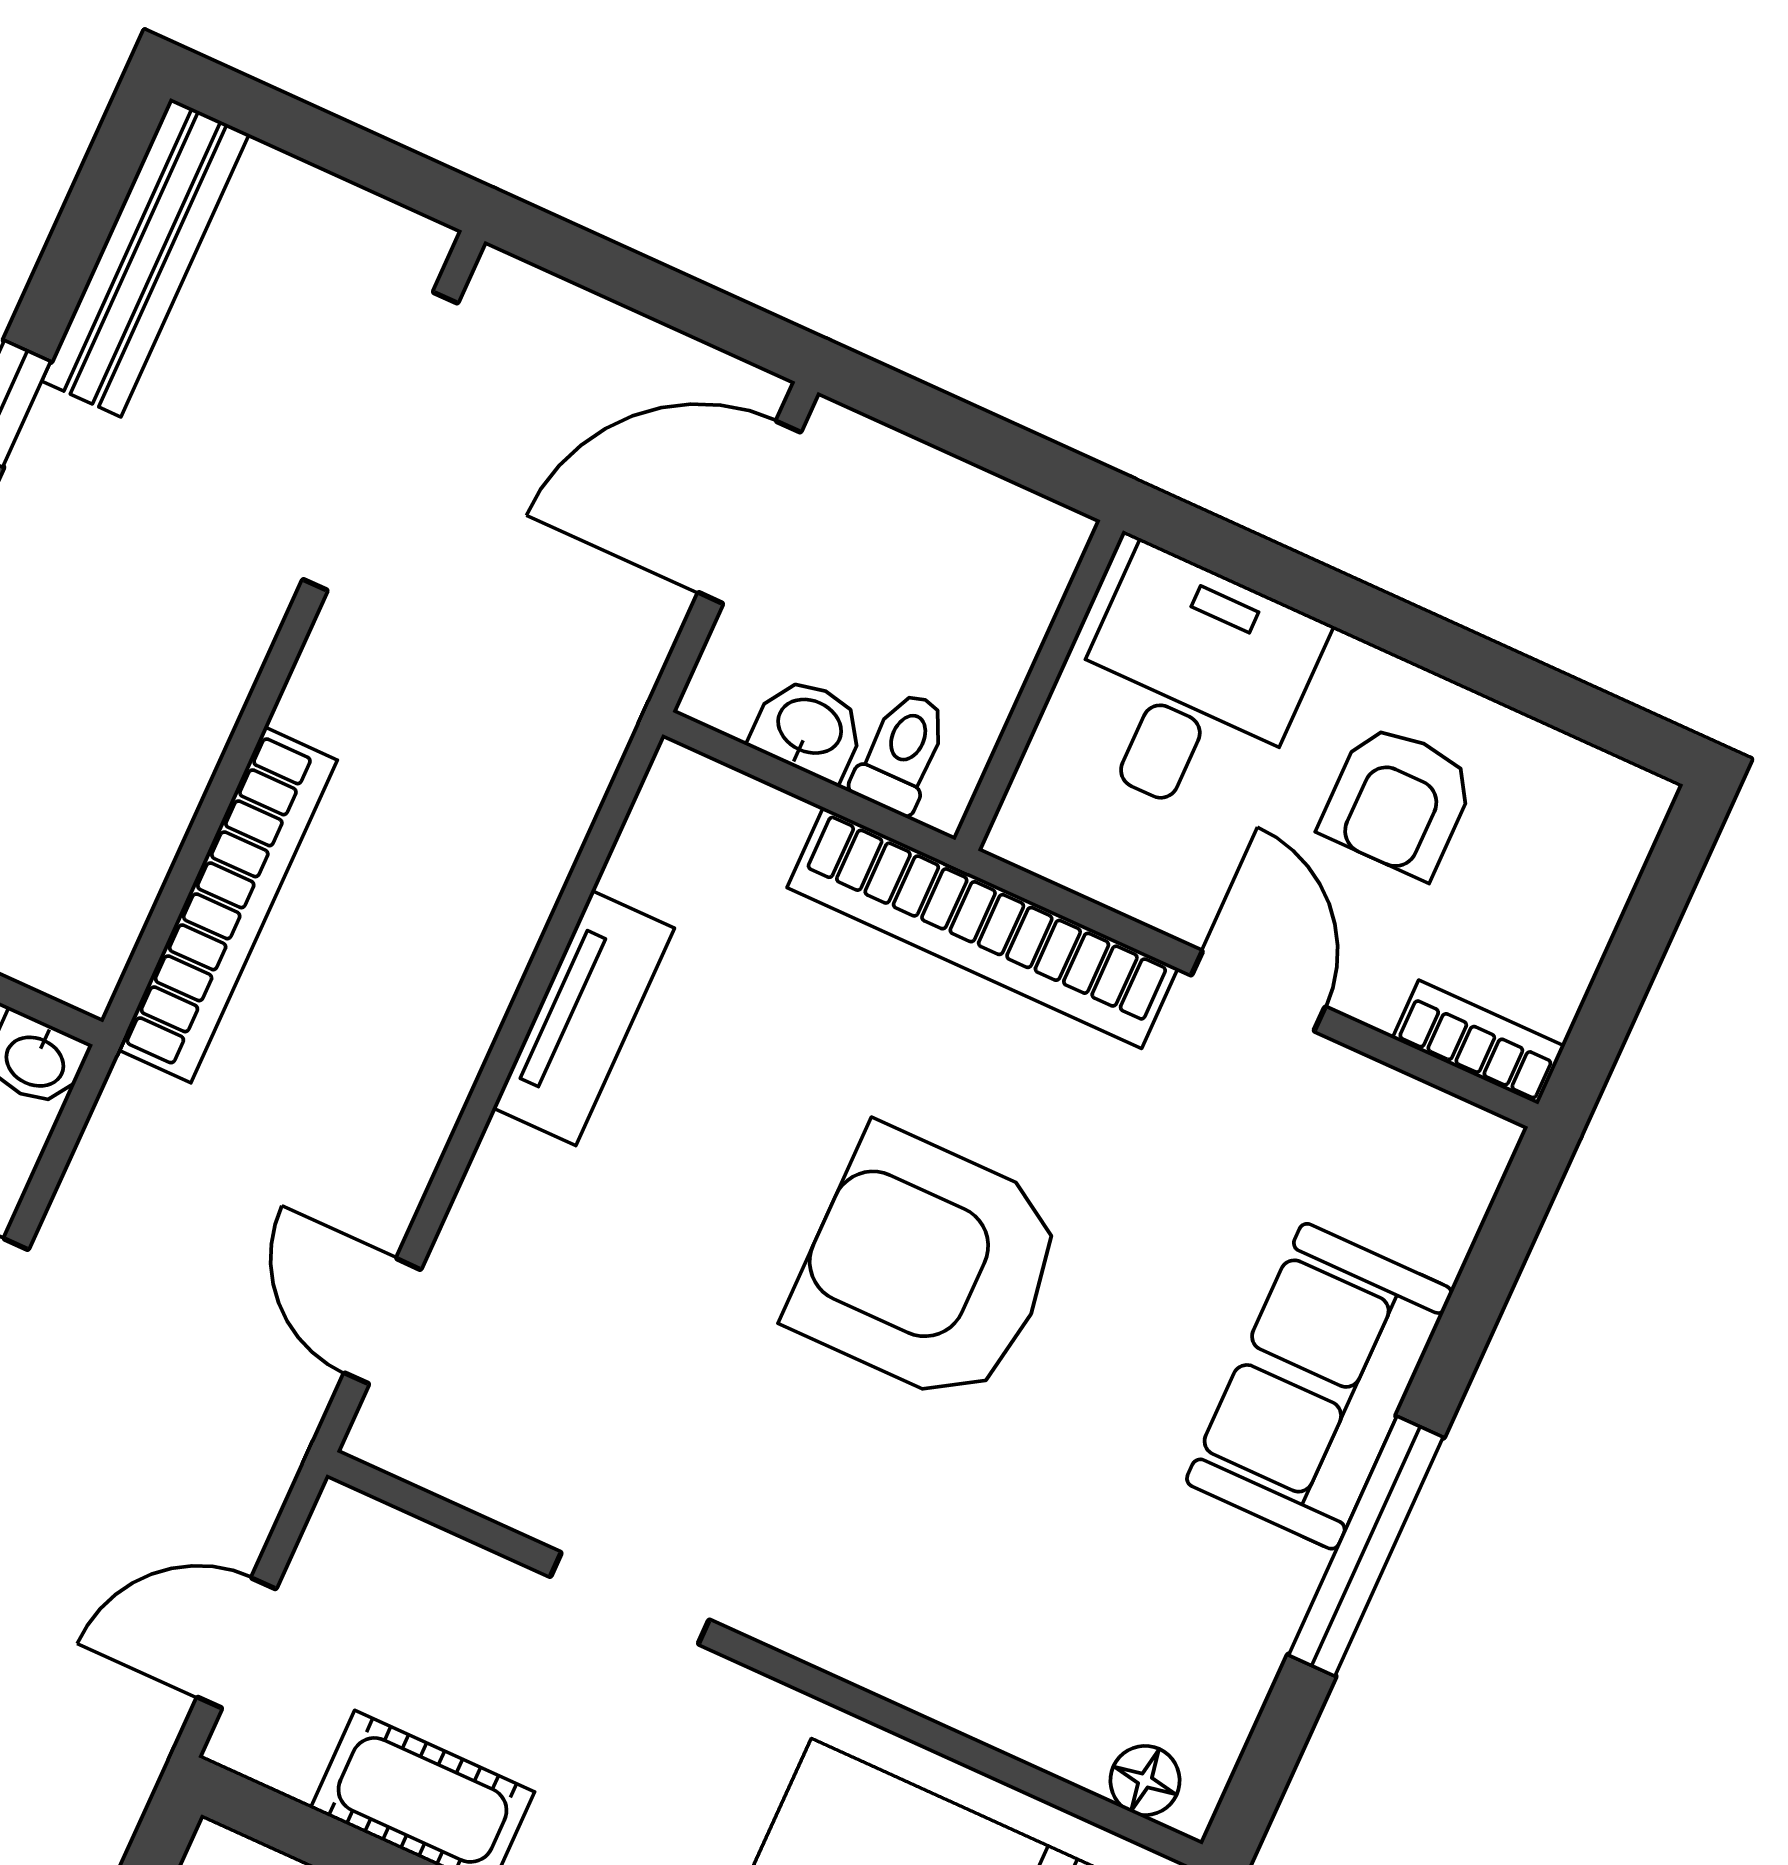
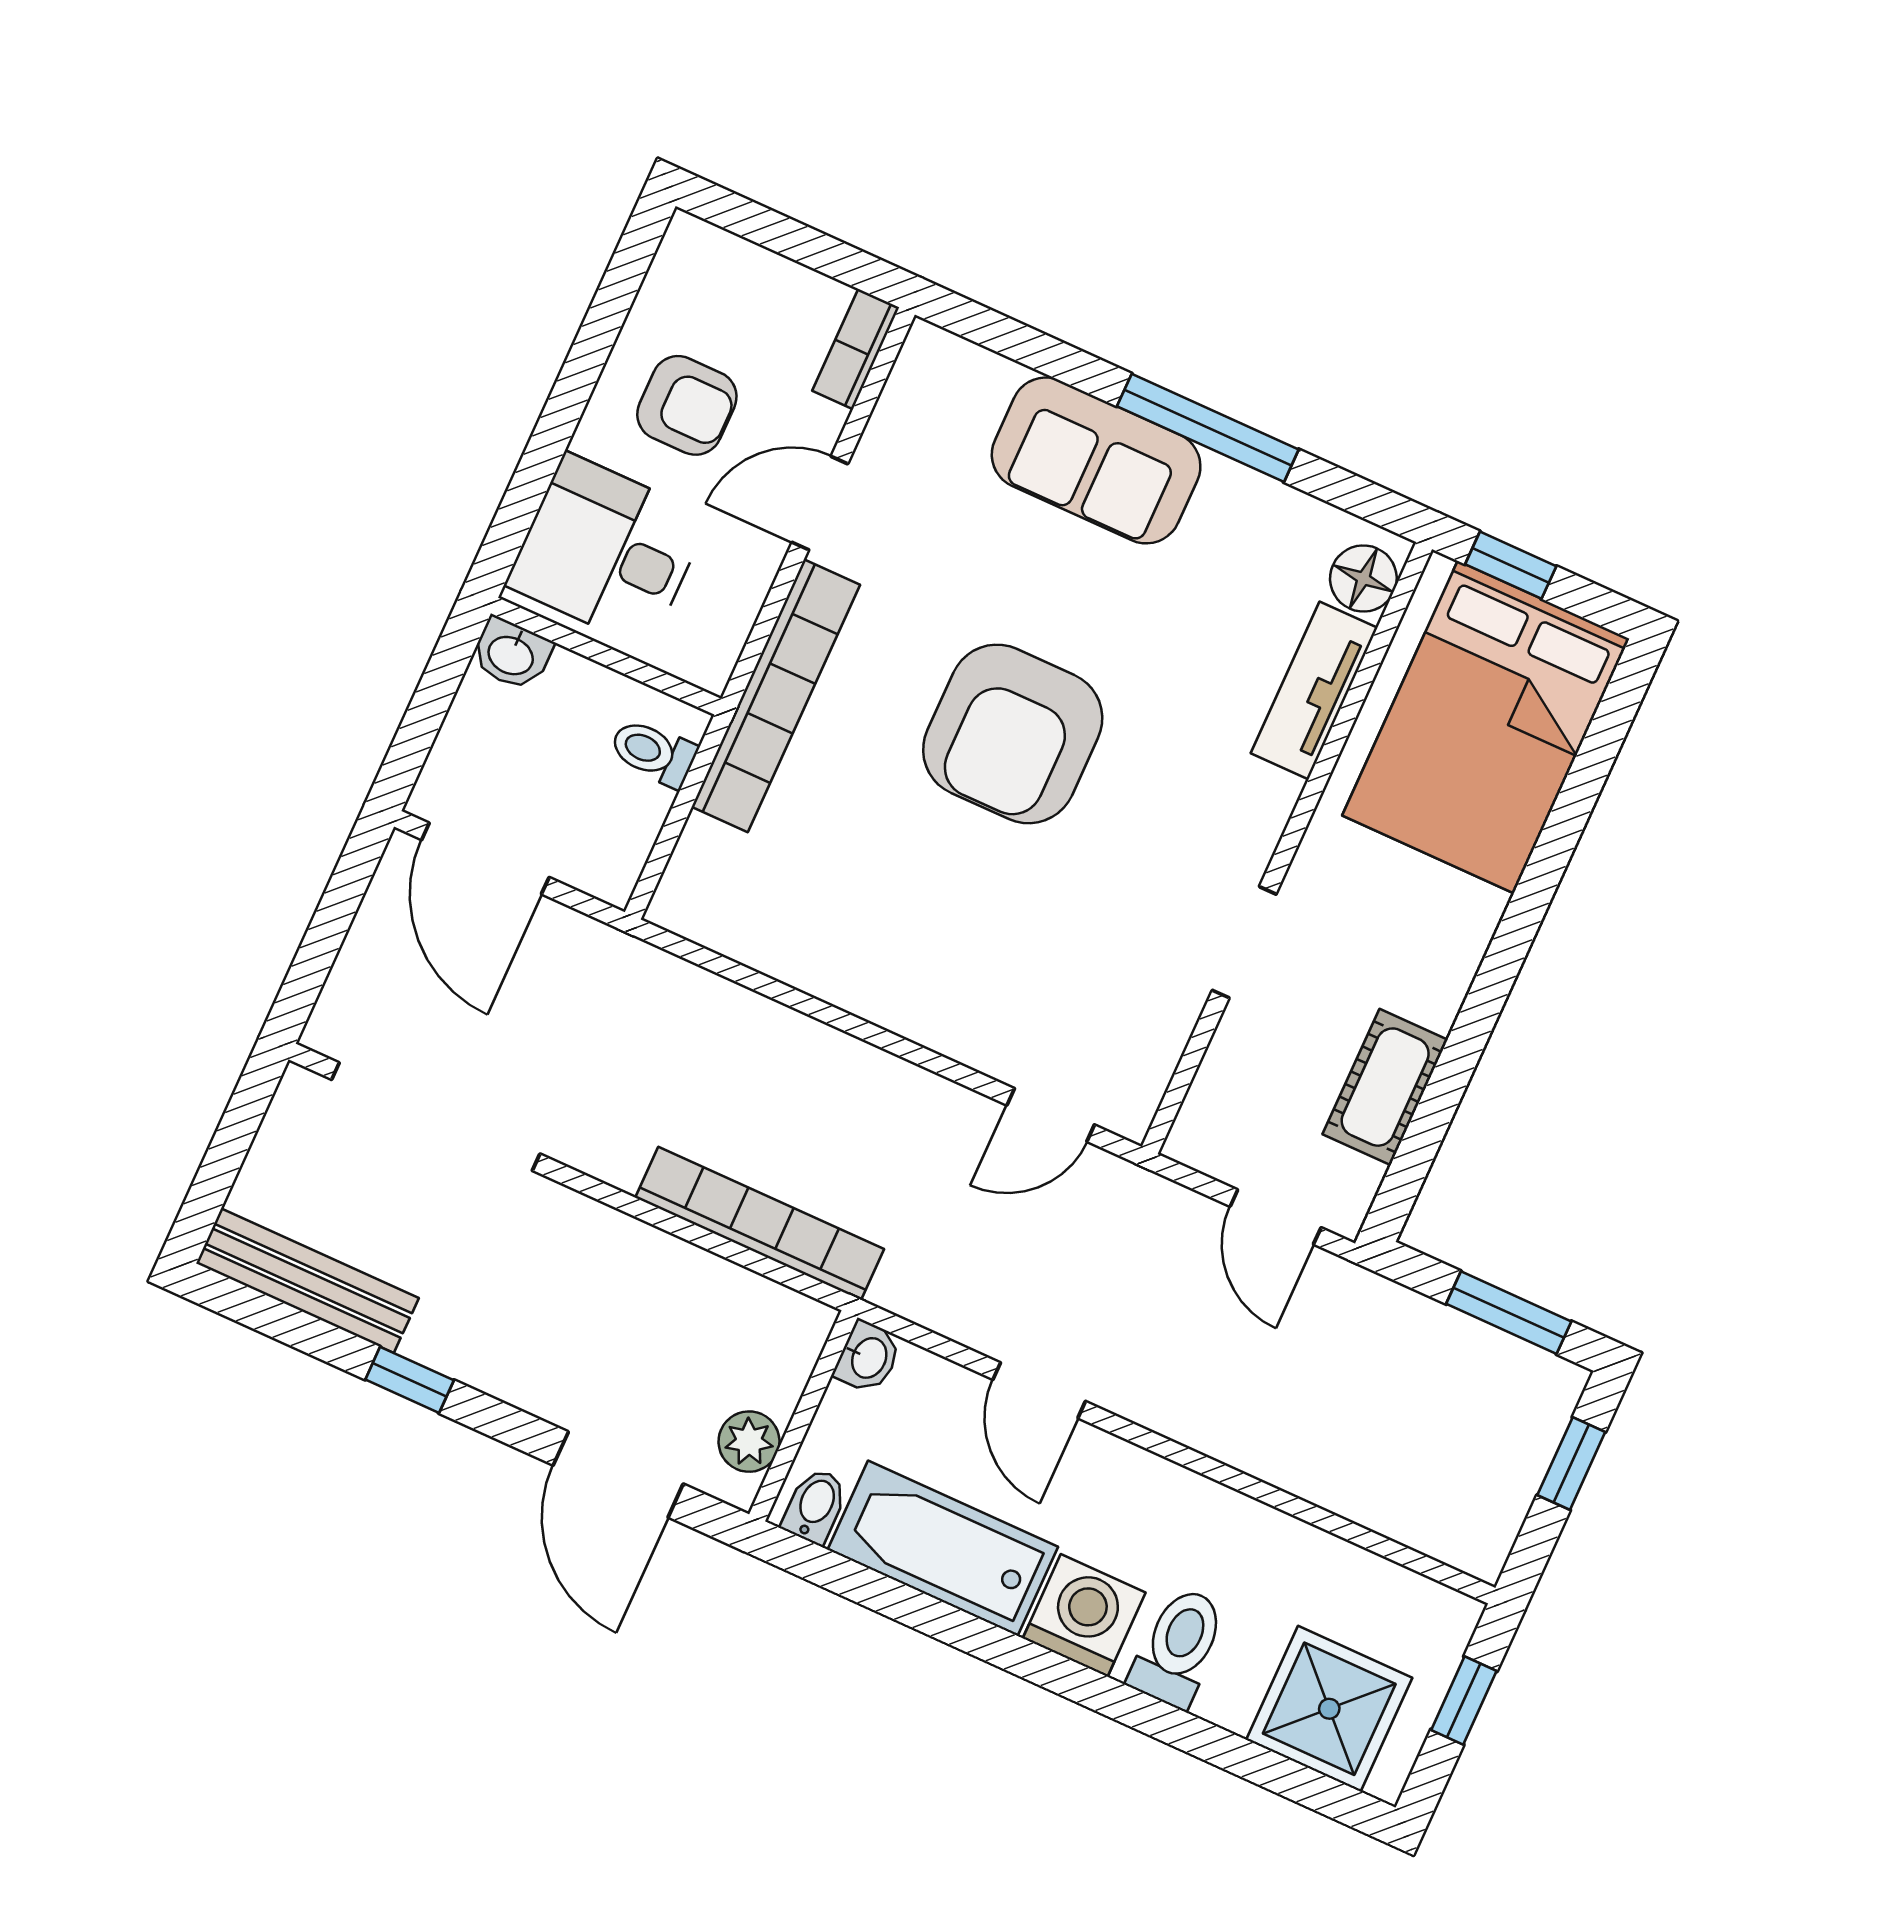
washbasin: (809, 729) -> (511, 654), moved, turned -90
tv unit: (584, 1018) -> (1314, 690), moved, turned -90
floor lamp: (1145, 1781) -> (1363, 578), width x1.37, depth x1.37

